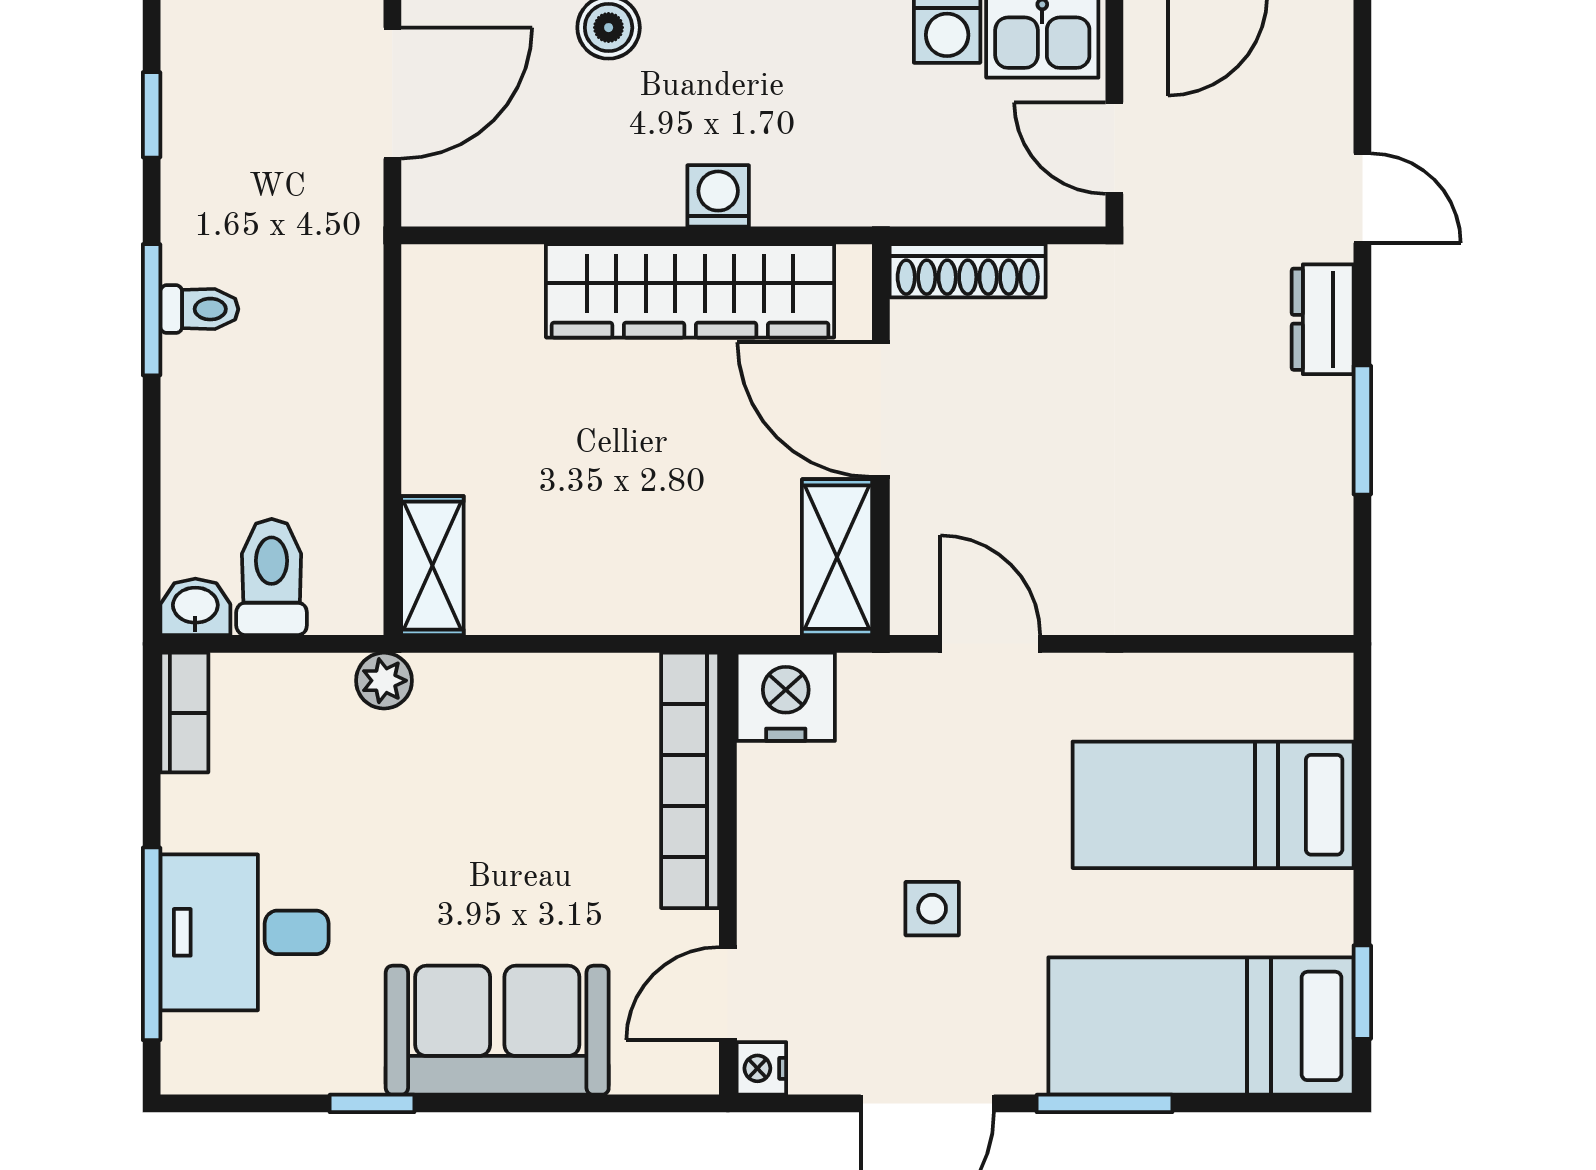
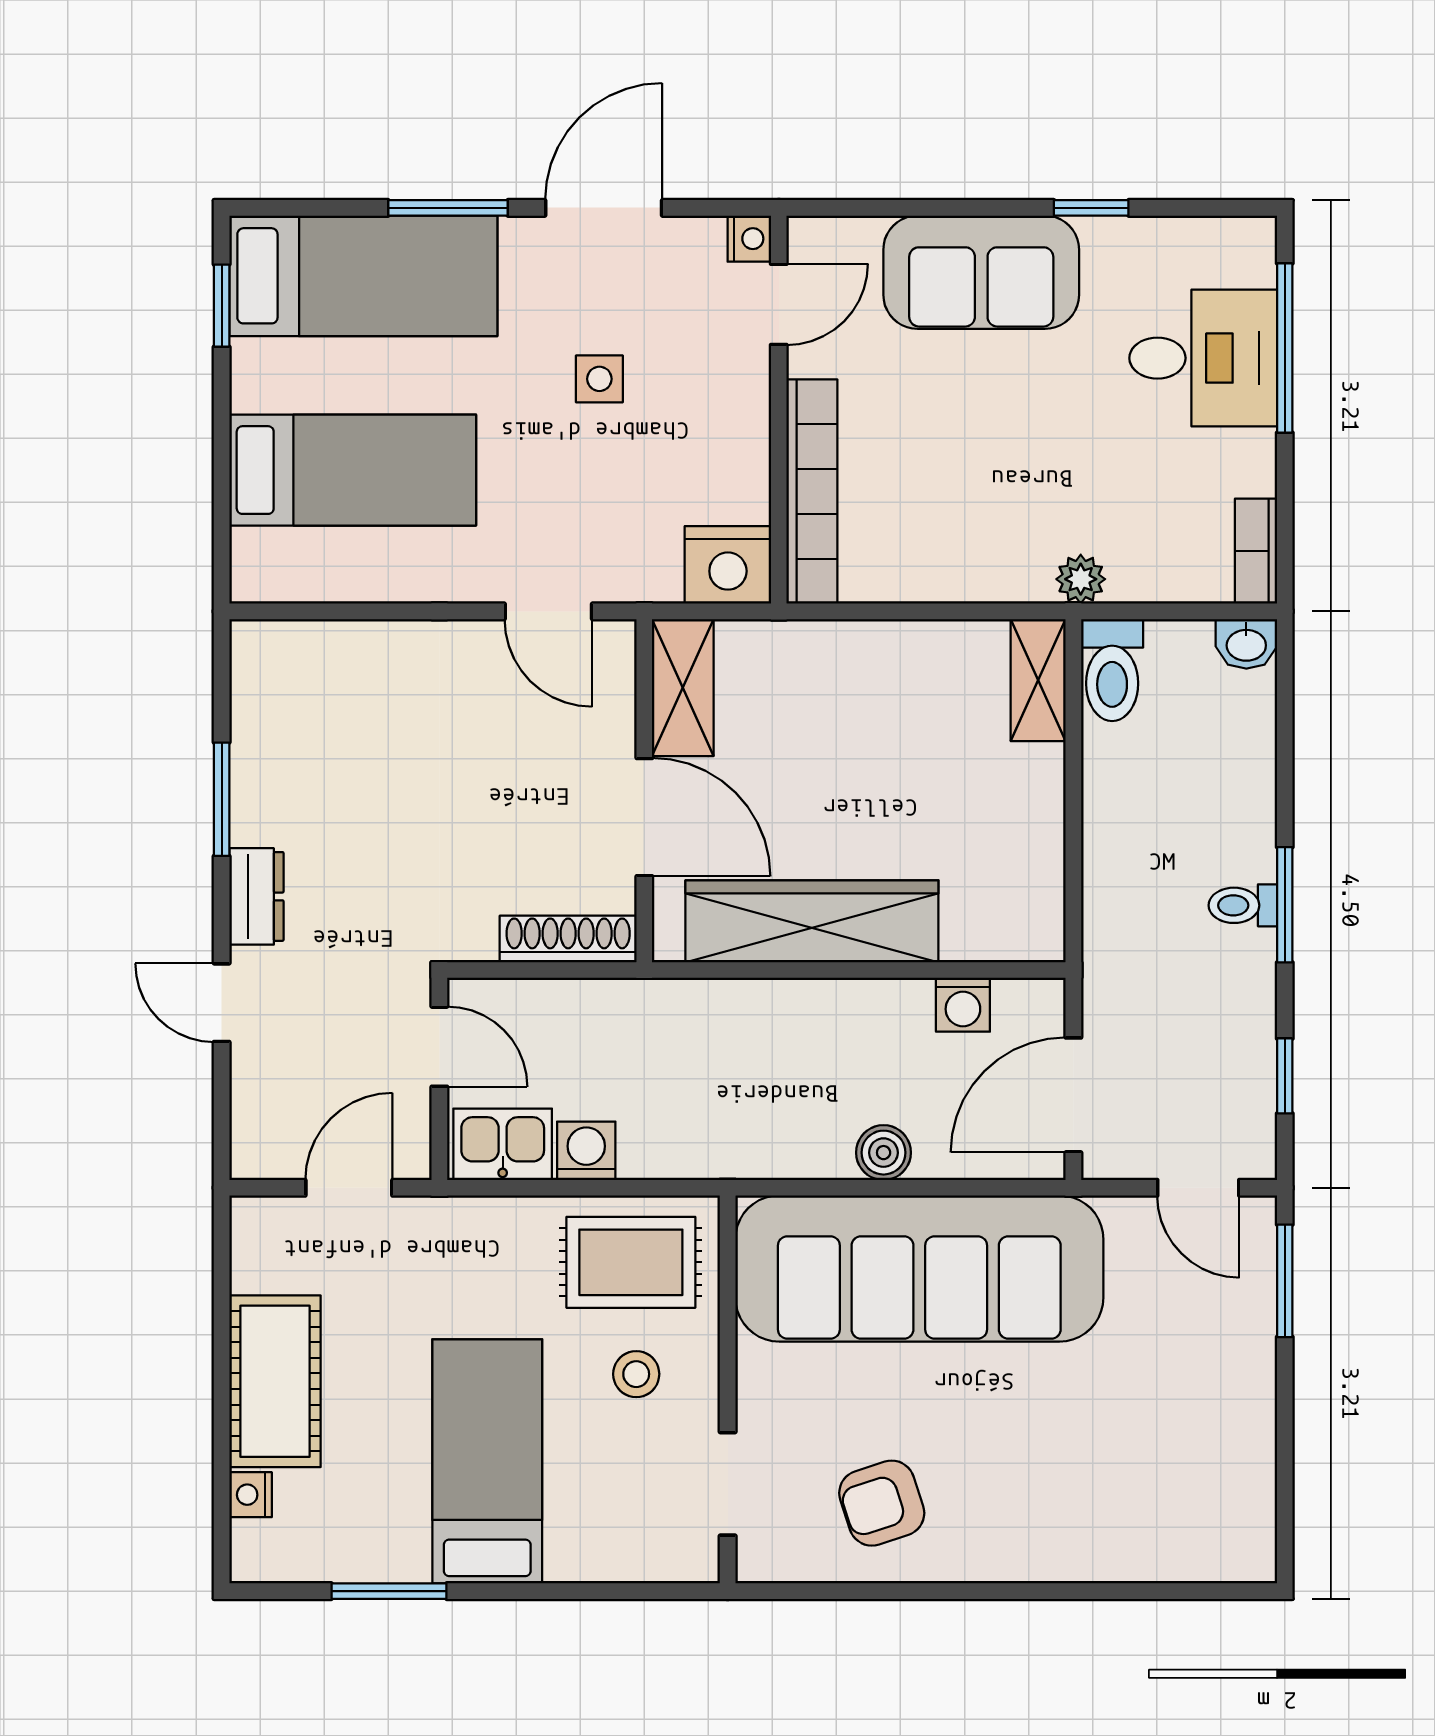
washing machine: (718, 196) -> (963, 1005), moved
toilet: (272, 577) -> (1112, 670), moved

